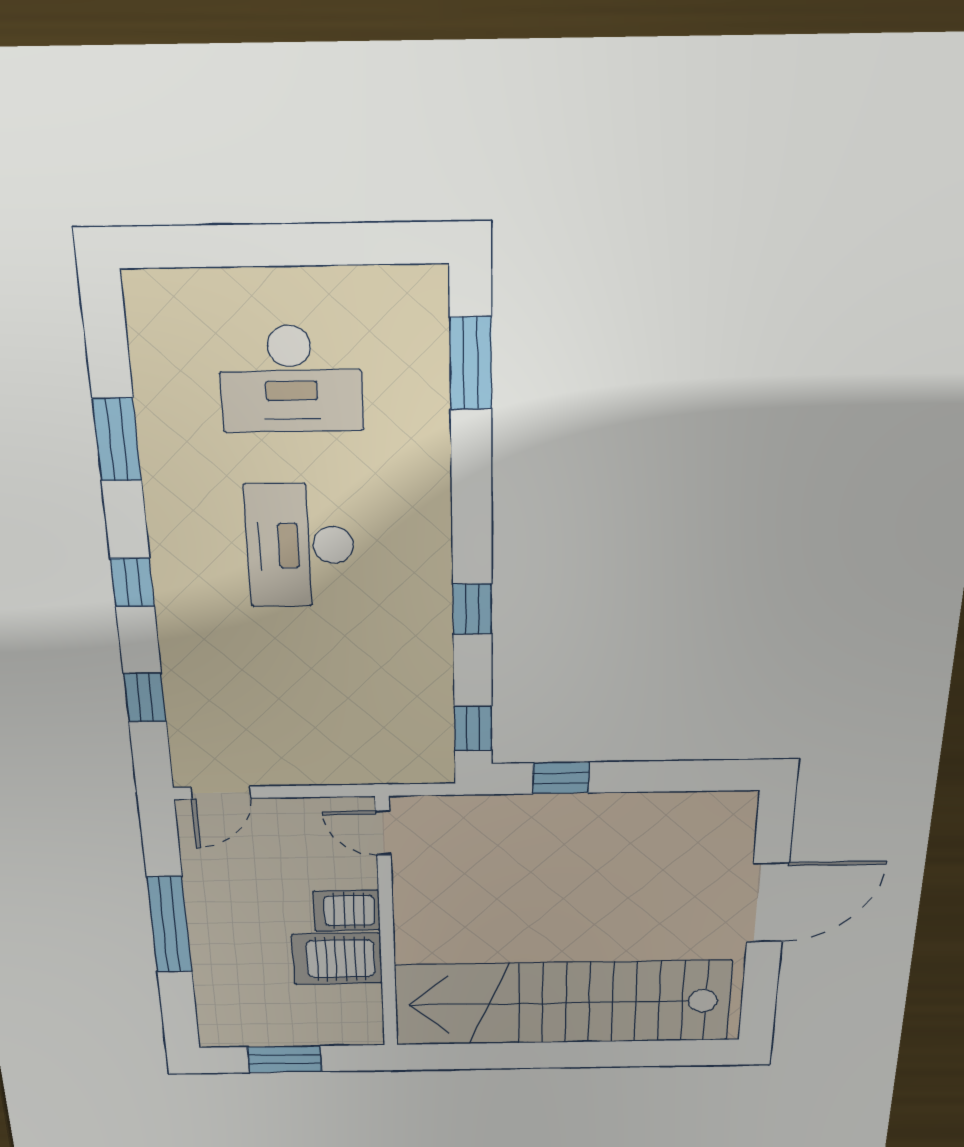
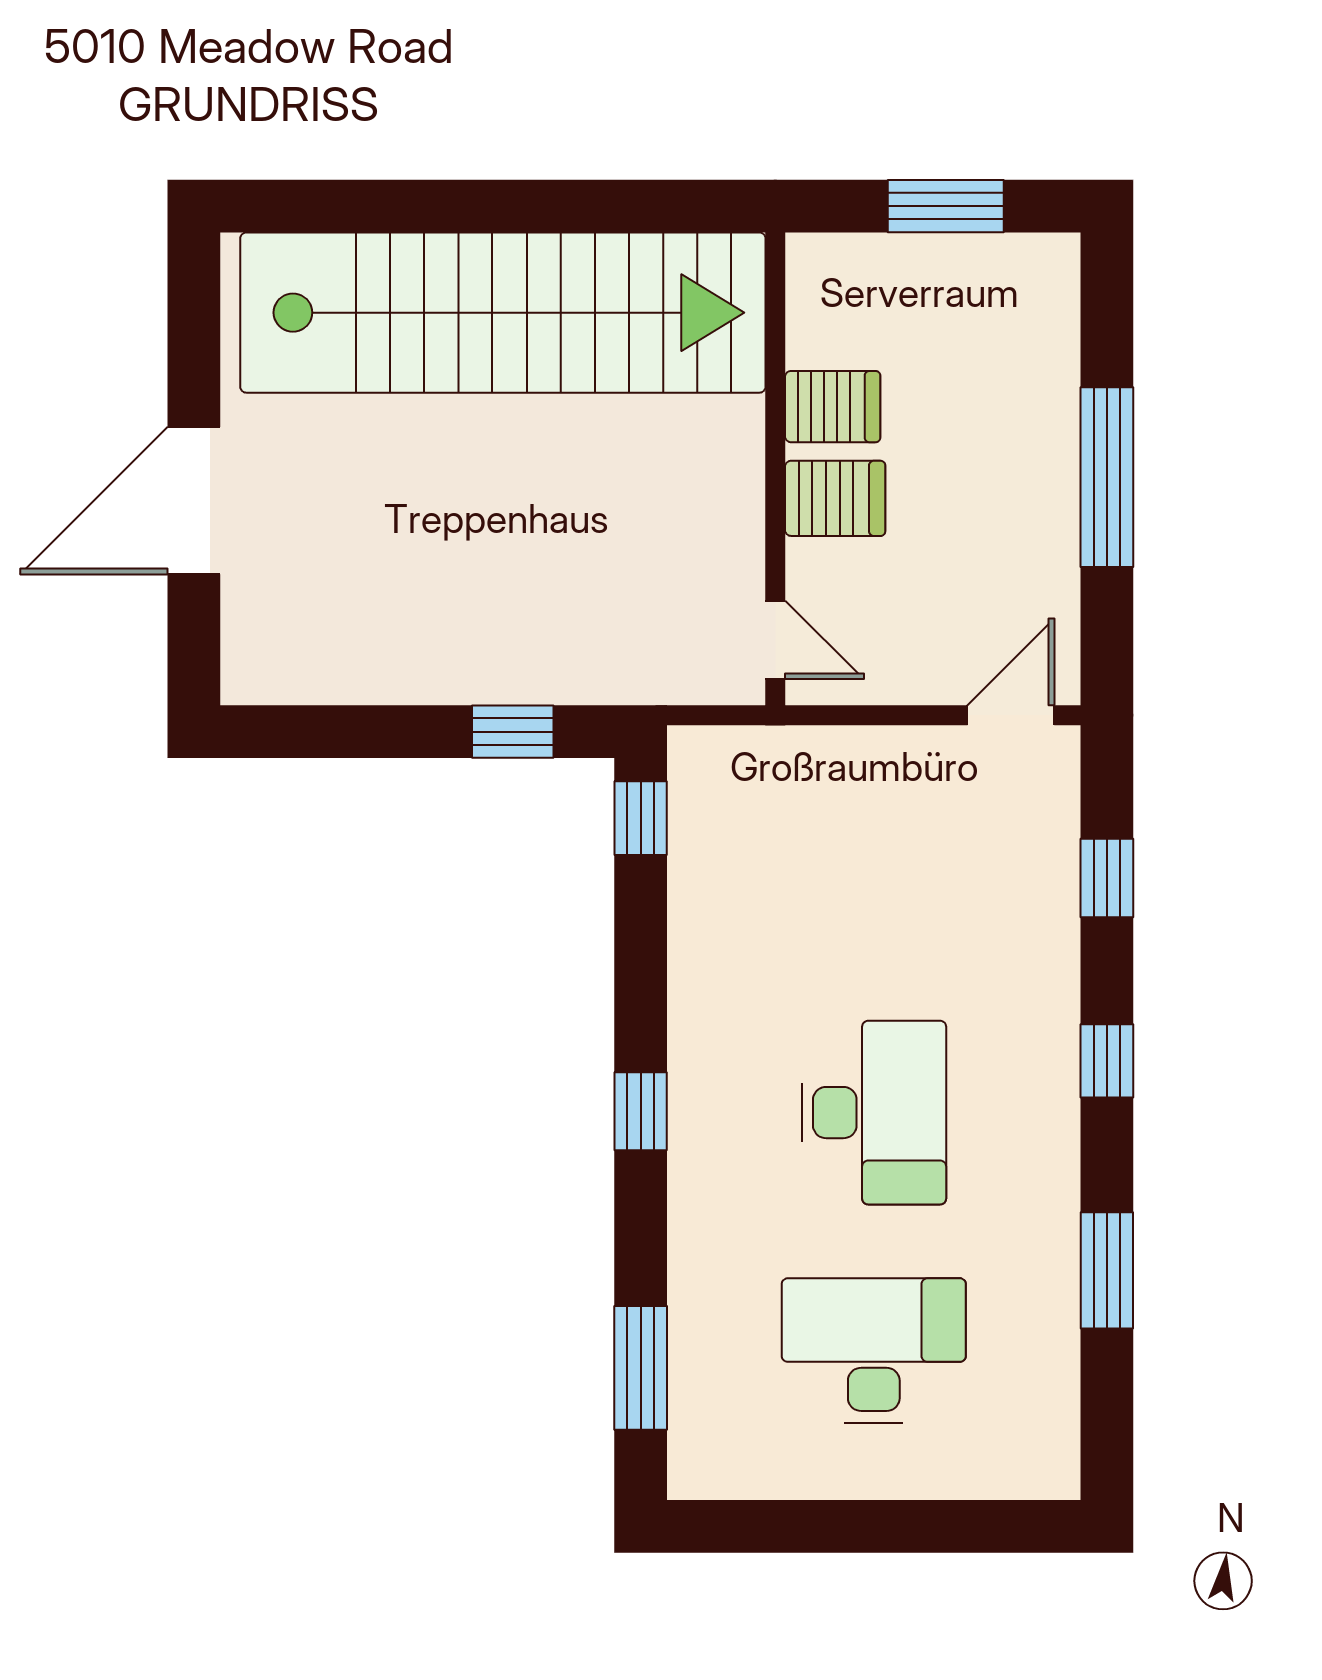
window: (472, 609) -> (641, 1111), moved
server rack: (337, 959) -> (833, 407), width x0.73, depth x0.70

